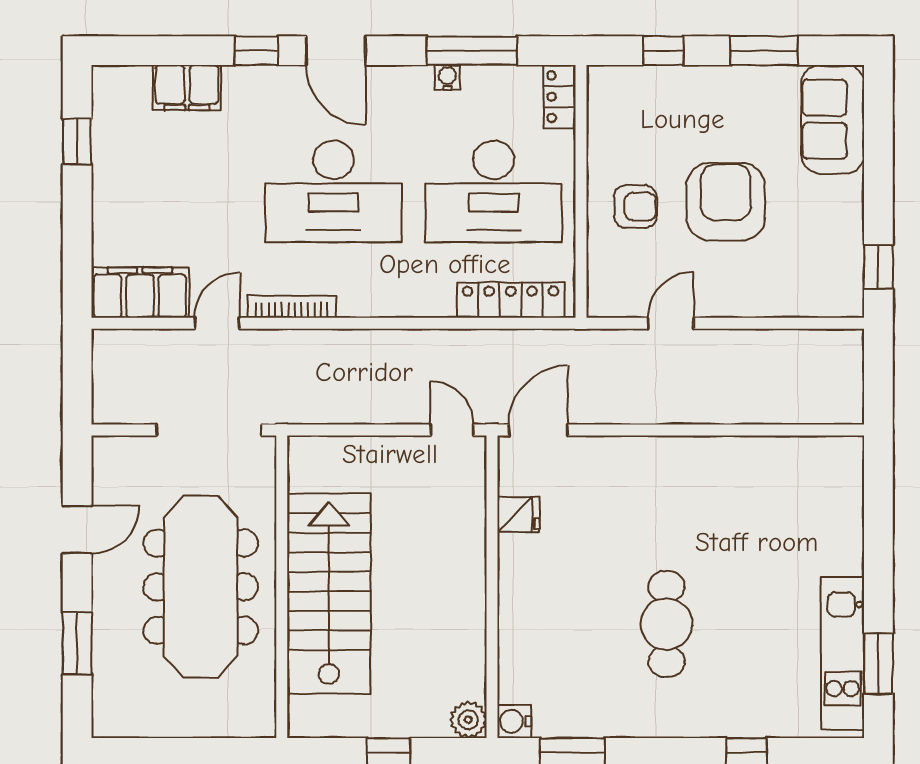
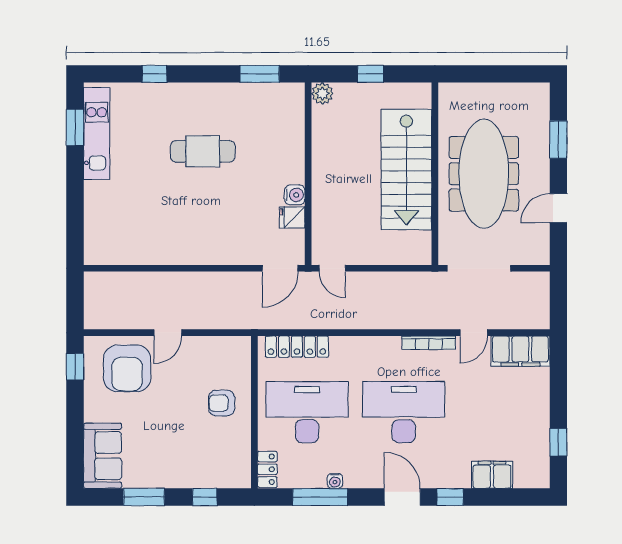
armchair: (726, 202) -> (127, 368), moved
door: (671, 323) -> (168, 333), moved
cafe table: (667, 624) -> (203, 151), turned 90
water cooler: (514, 721) -> (295, 195), moved

